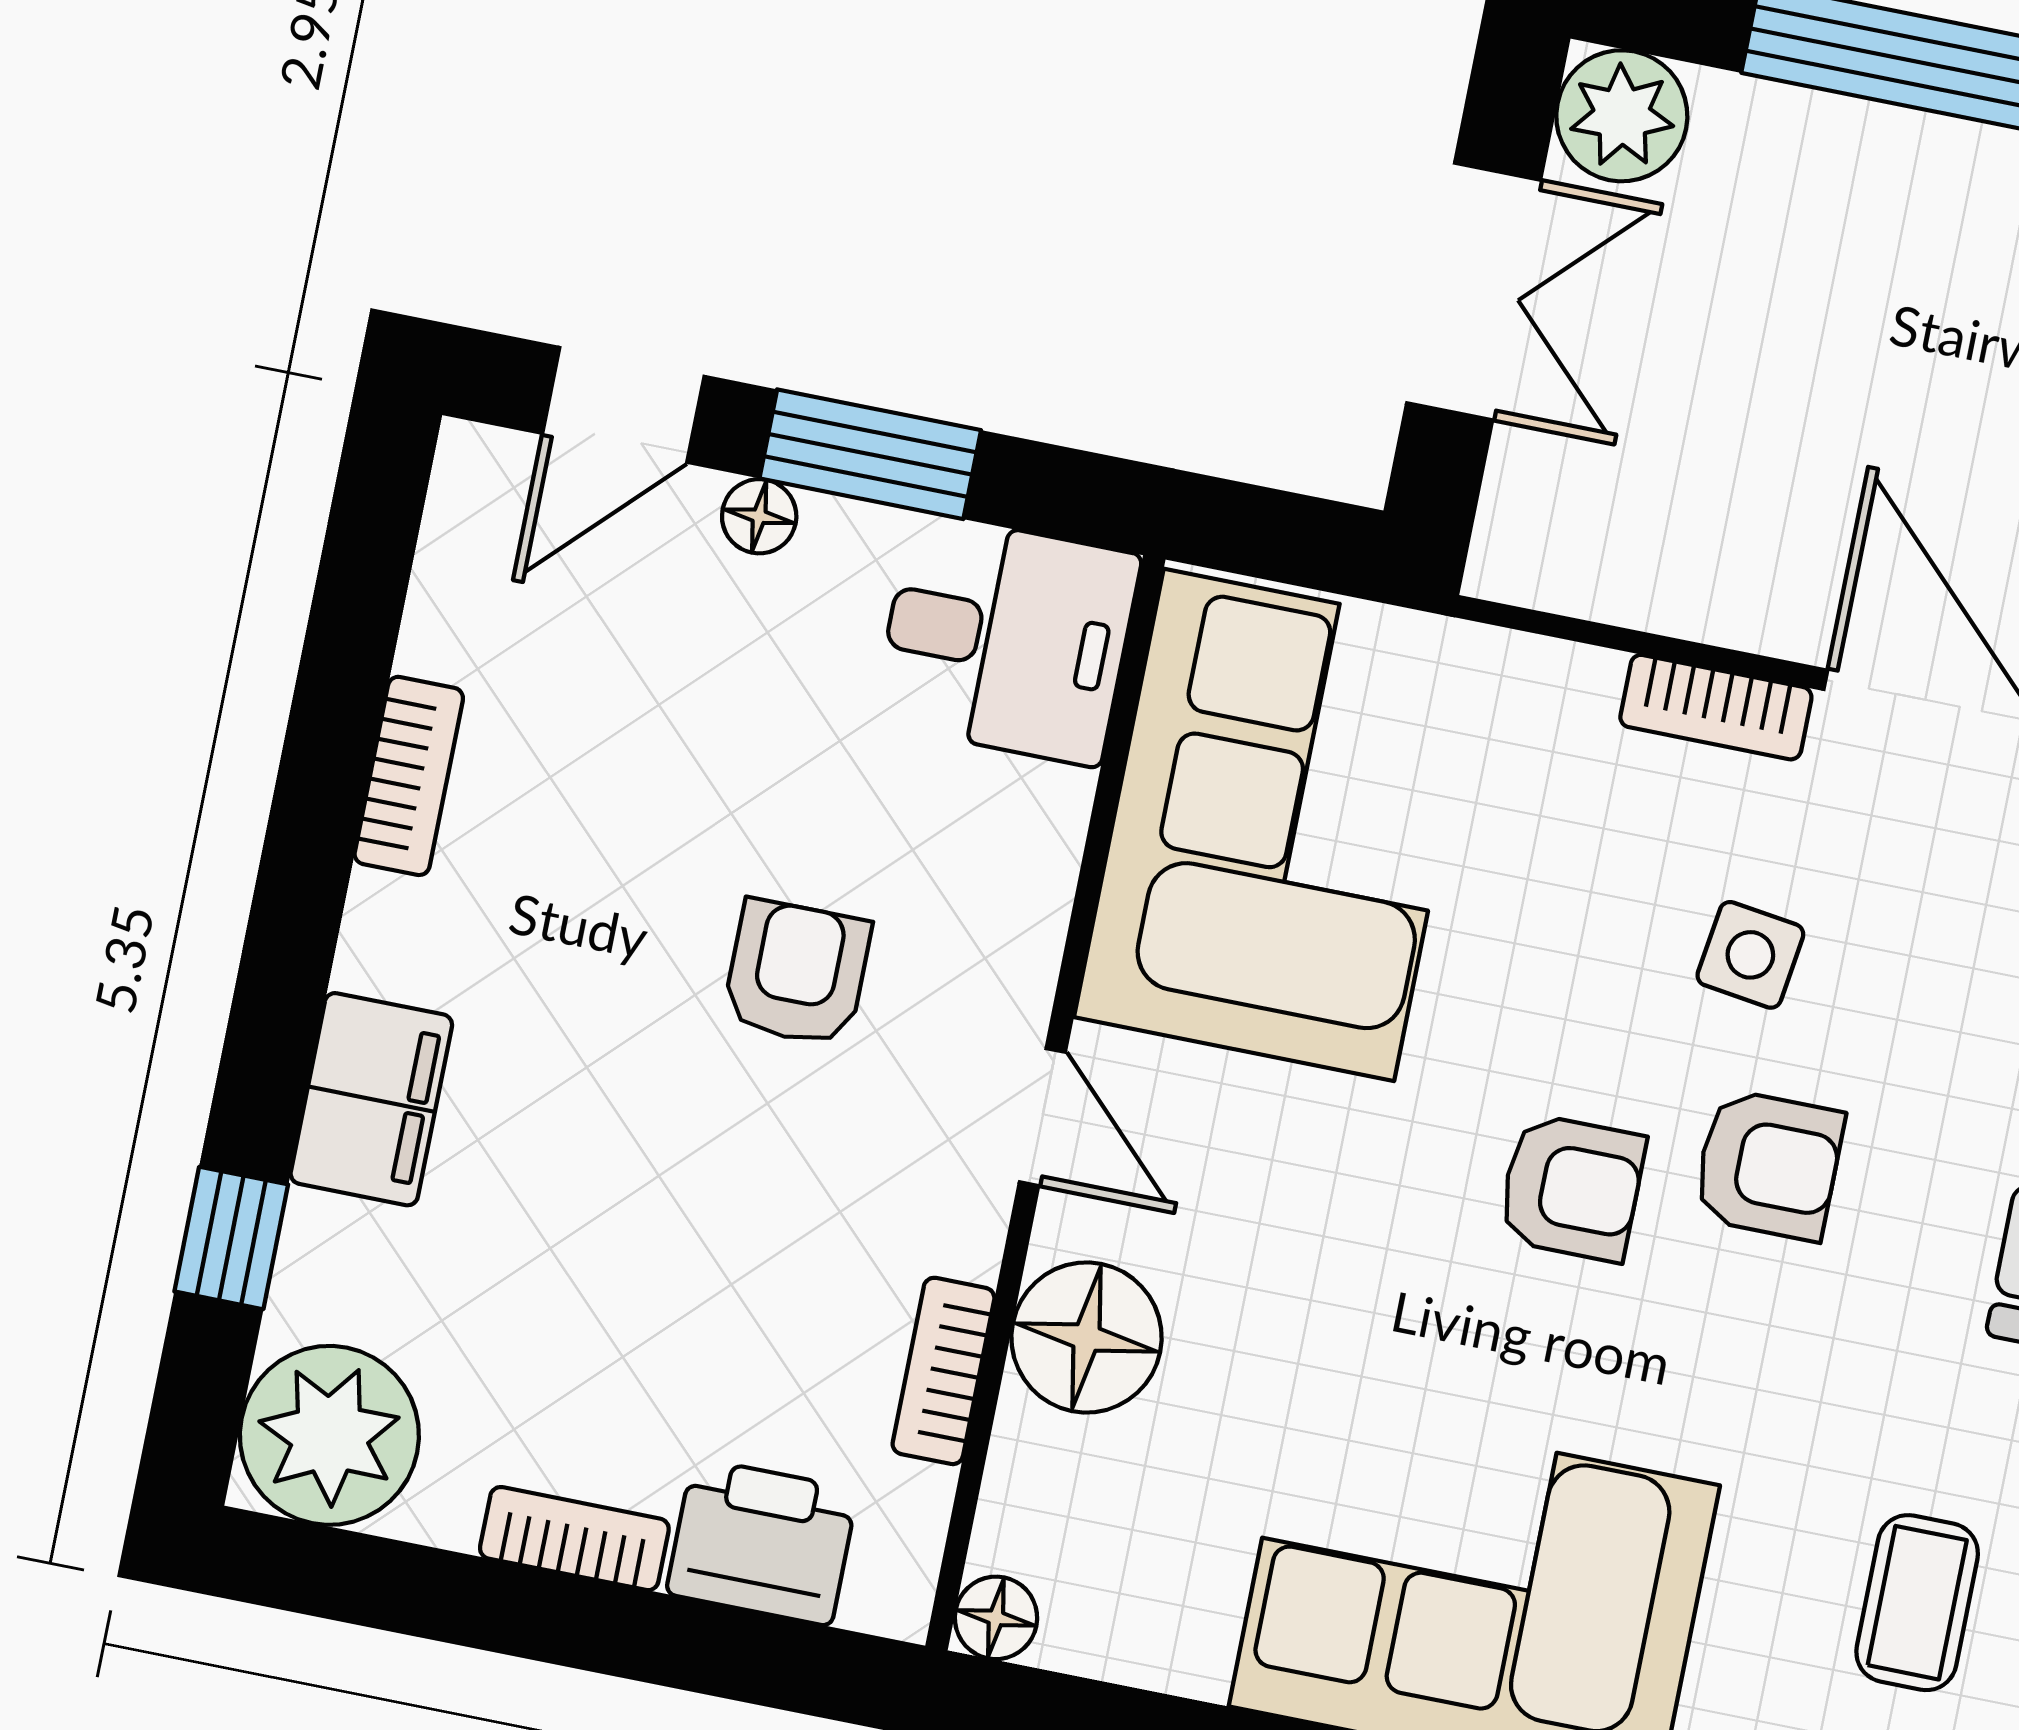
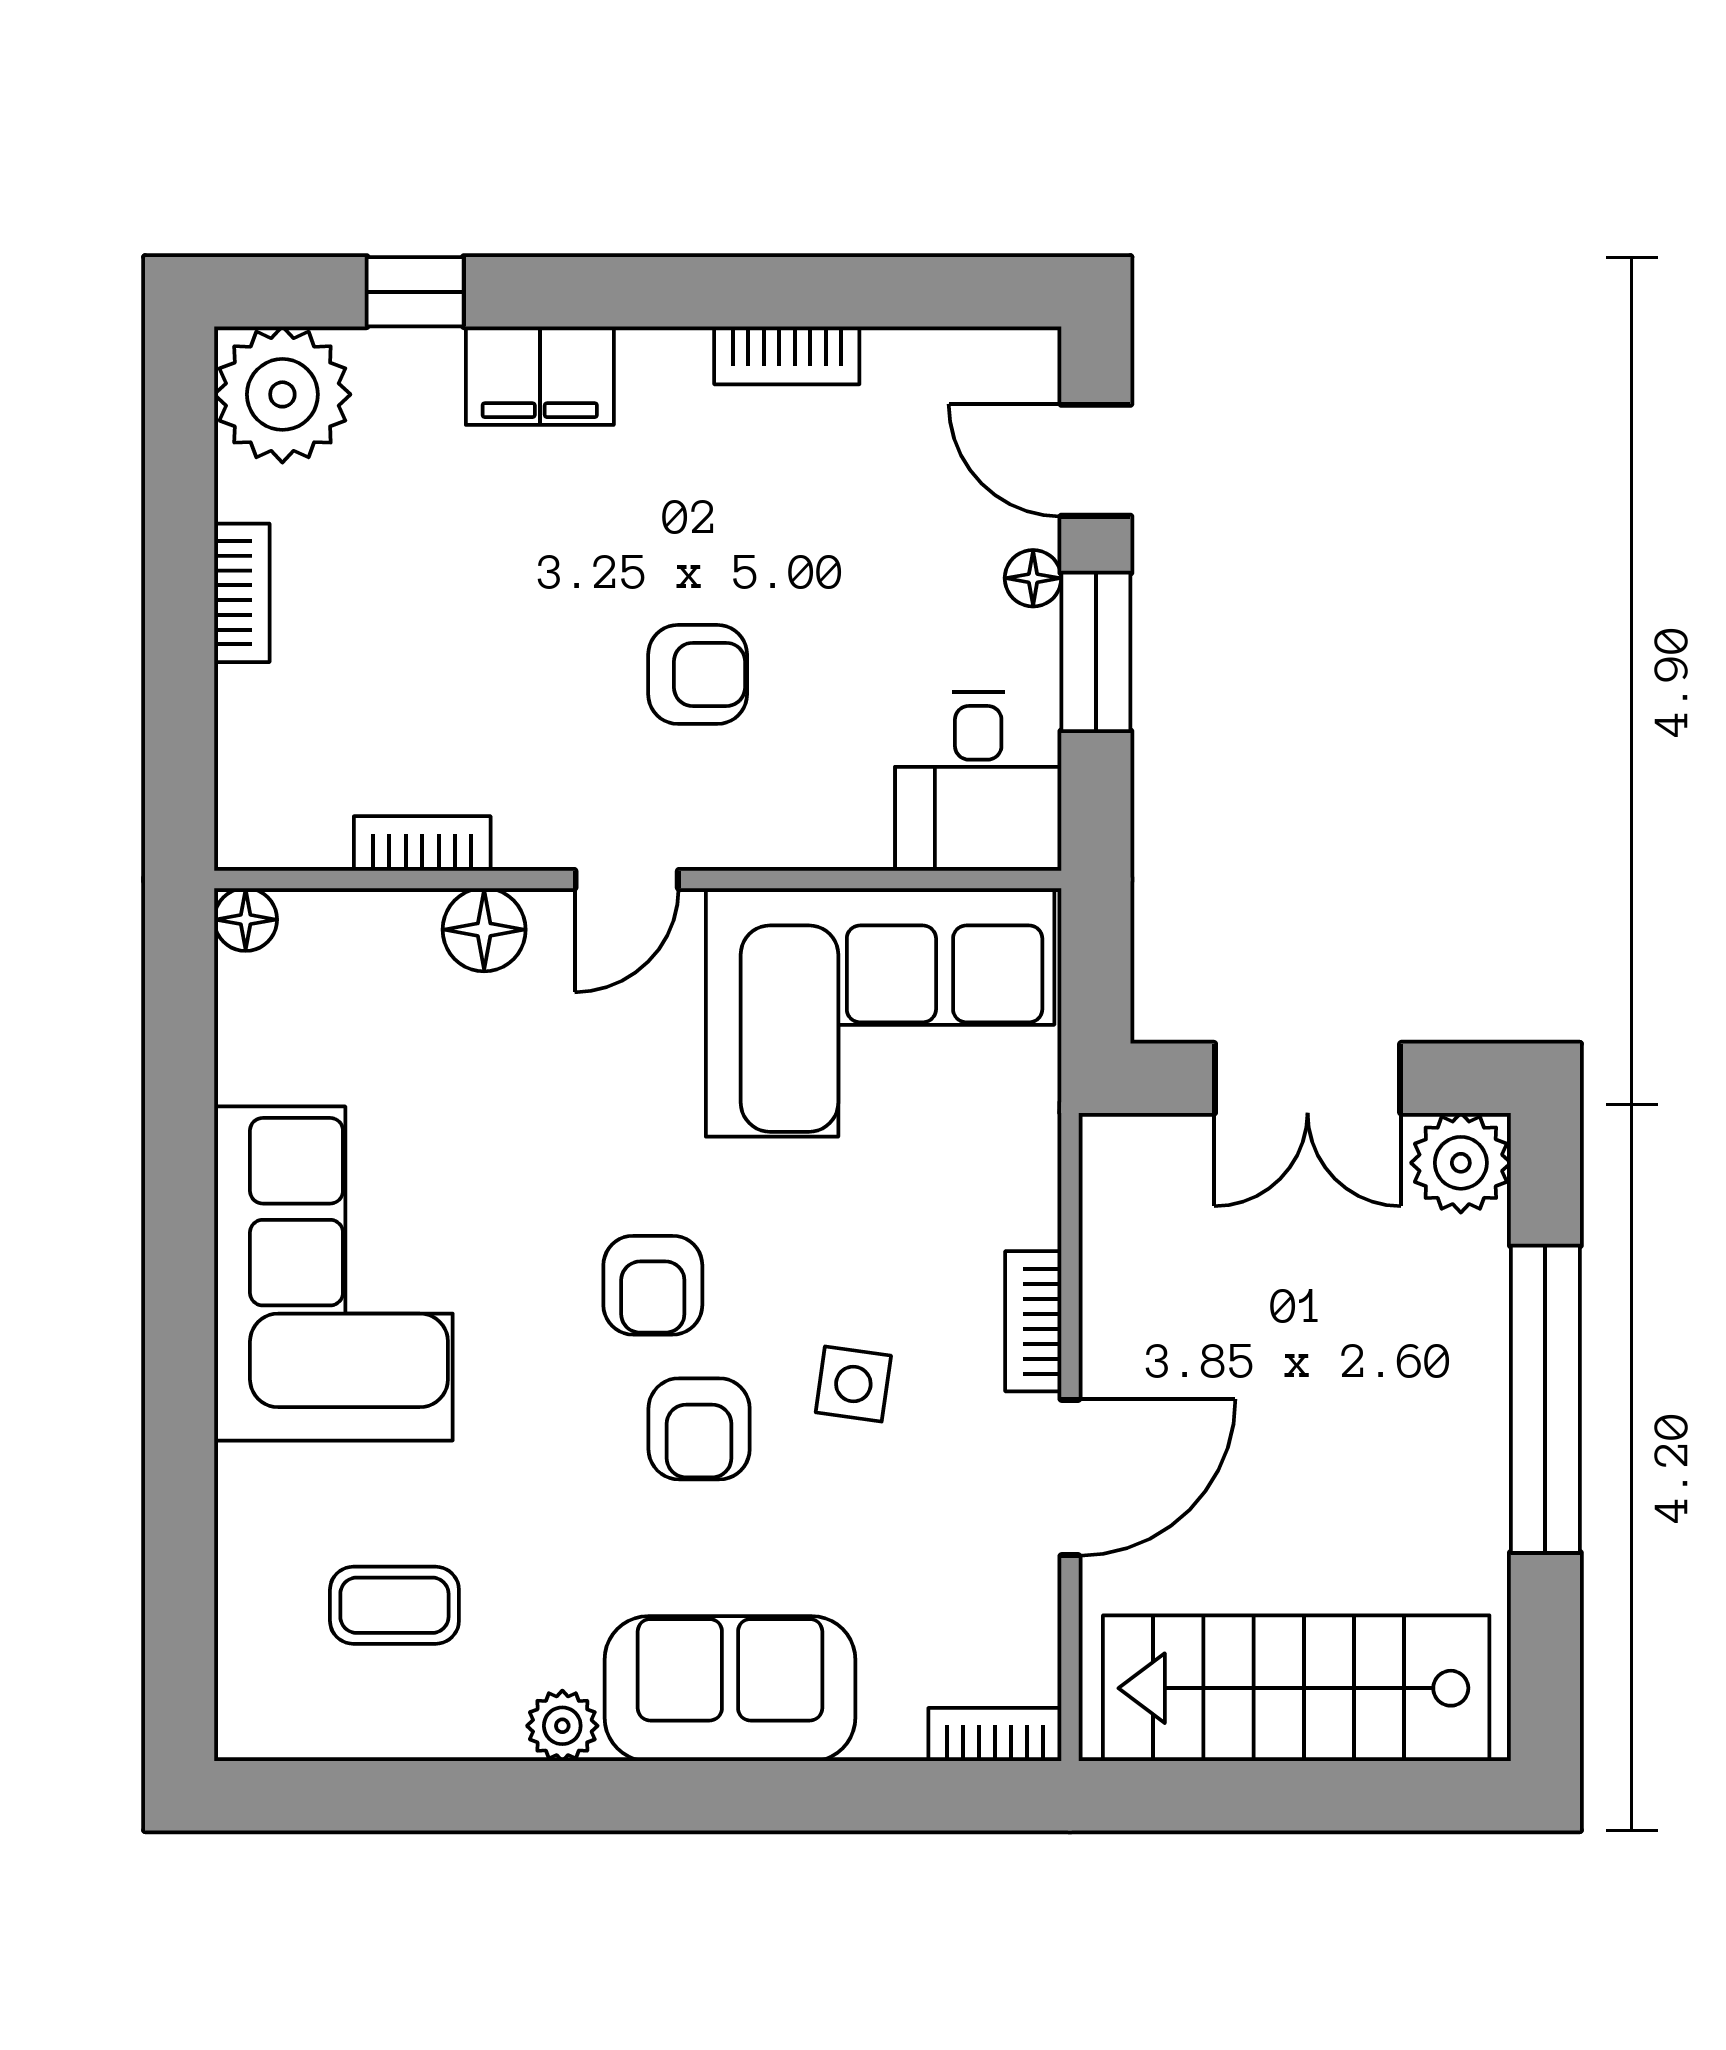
floor lamp: (1087, 1337) -> (484, 930), width x0.73, depth x0.73
printer: (762, 1542) -> (268, 733), removed

